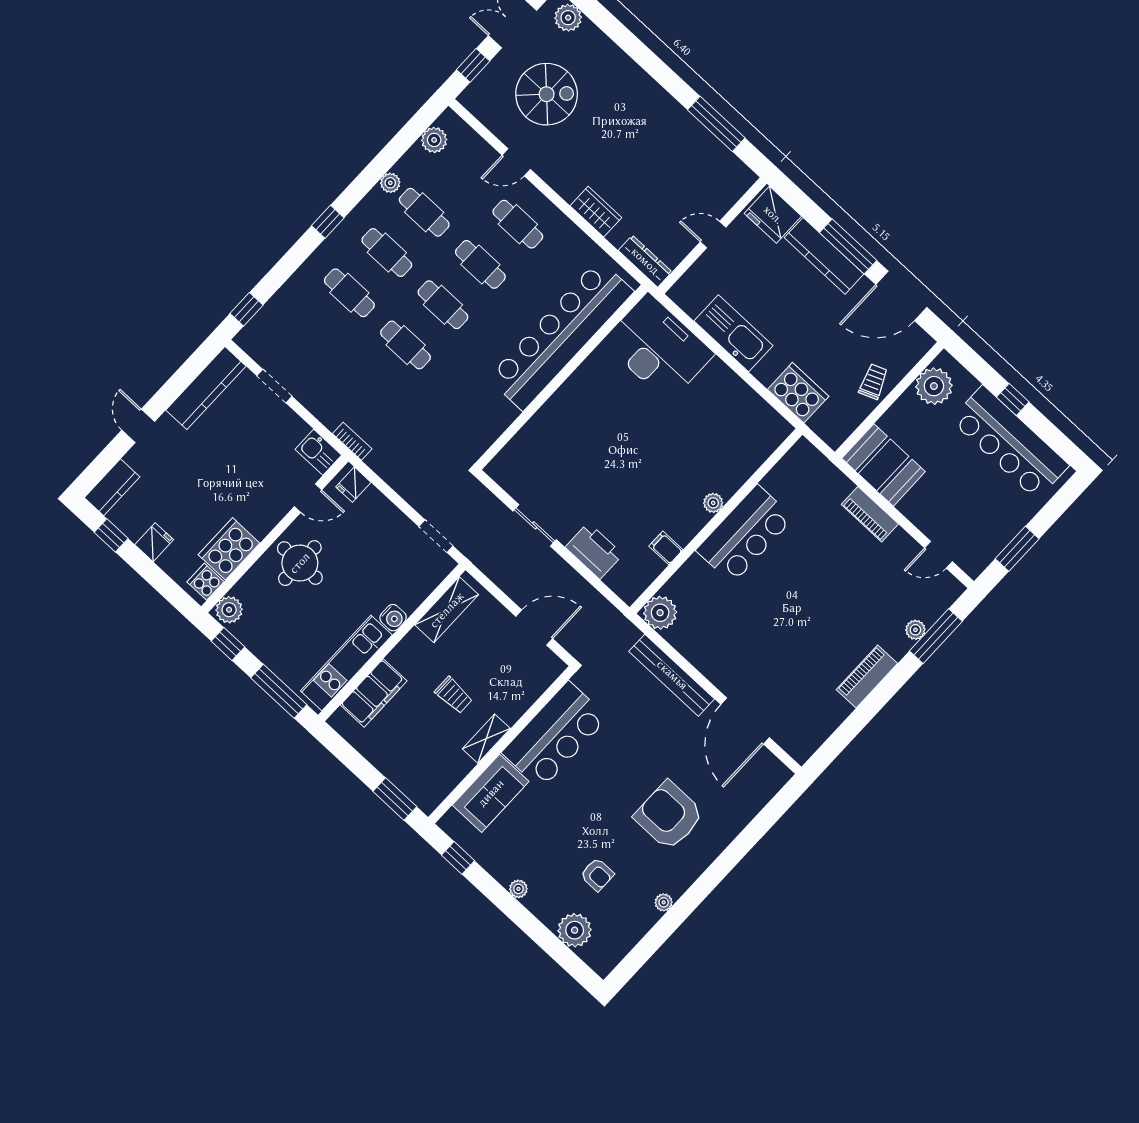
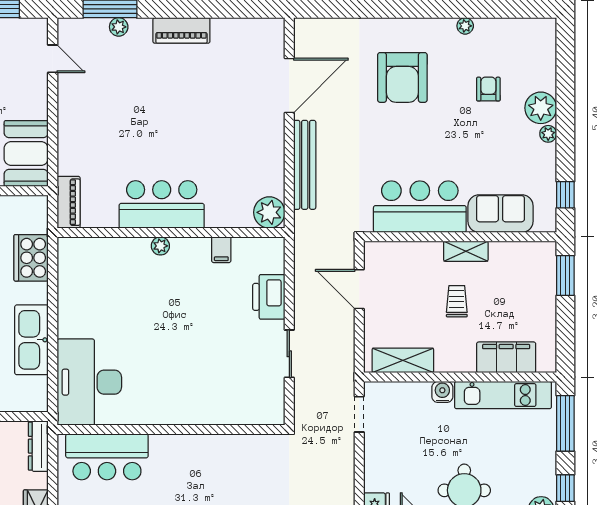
bar counter: (561, 335) -> (107, 457), width x0.54
piano: (870, 514) -> (69, 202), moved
plant: (575, 930) -> (541, 108), moved

